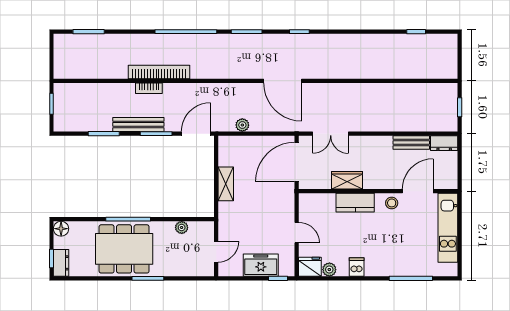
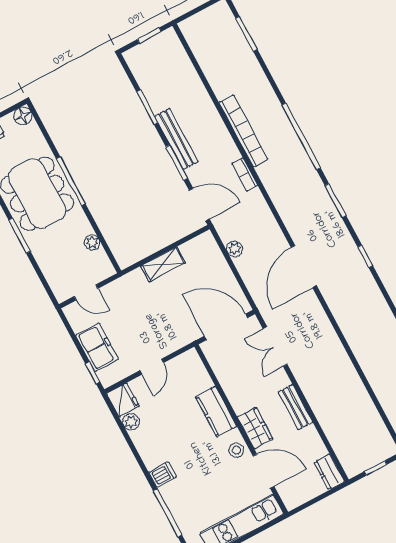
bookcase: (149, 88) -> (245, 175), moved
bench: (411, 142) -> (295, 407), moved
wardrobe: (347, 180) -> (255, 428), moved
dishwasher: (357, 267) -> (163, 475), moved

